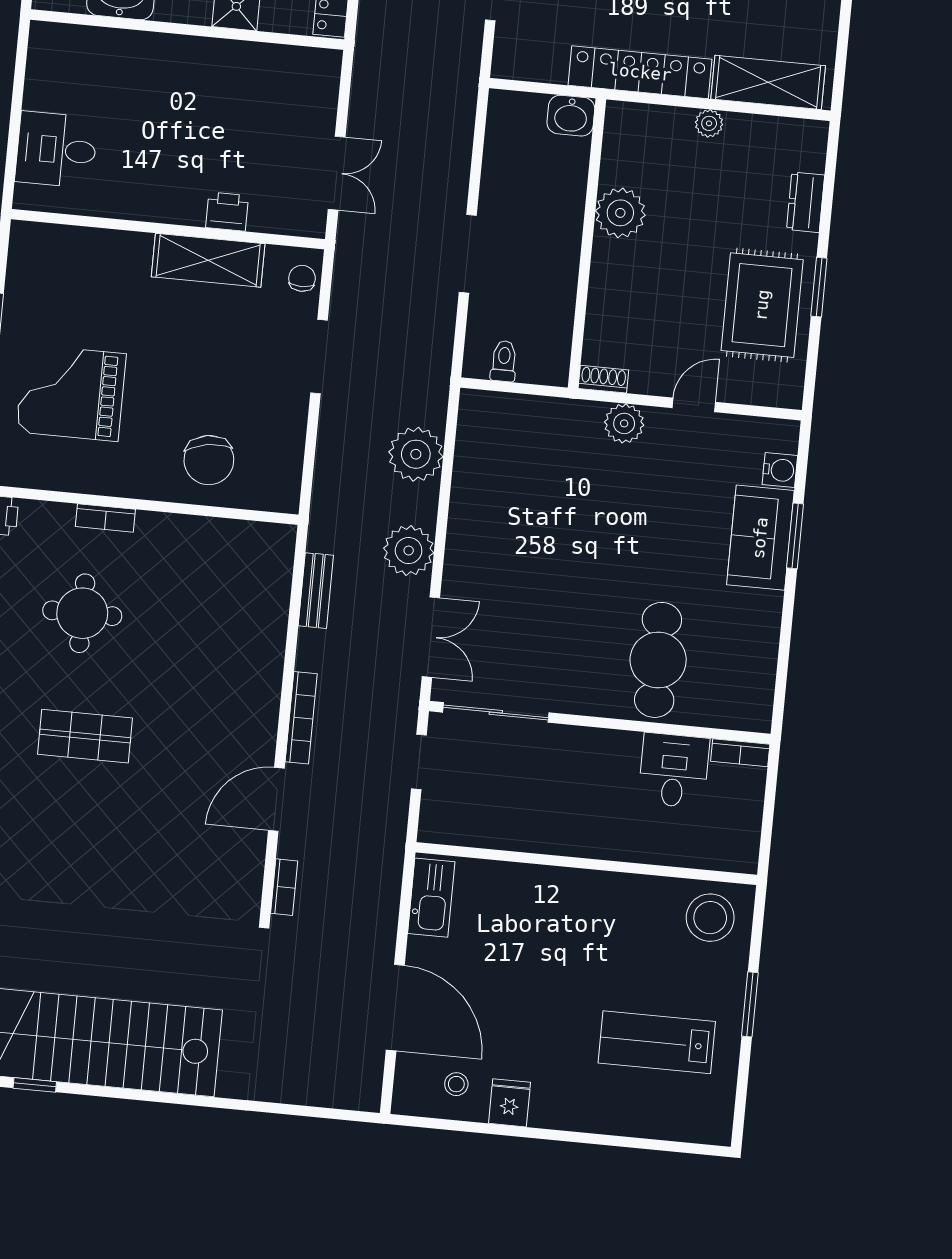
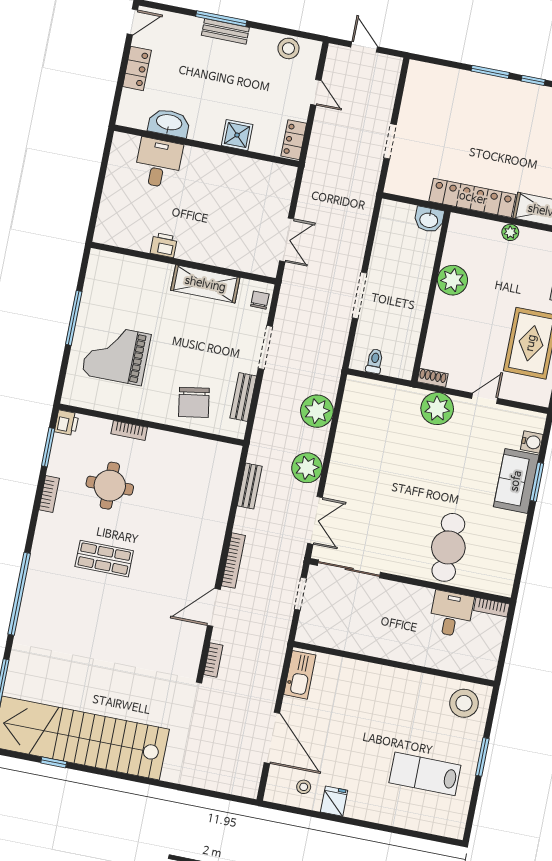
desk: (56, 150) -> (158, 163), moved, turned 90
printer: (227, 212) -> (164, 245), moved
plant: (624, 423) -> (437, 409), width x1.36, depth x1.36
bench: (290, 443) -> (243, 397), added

